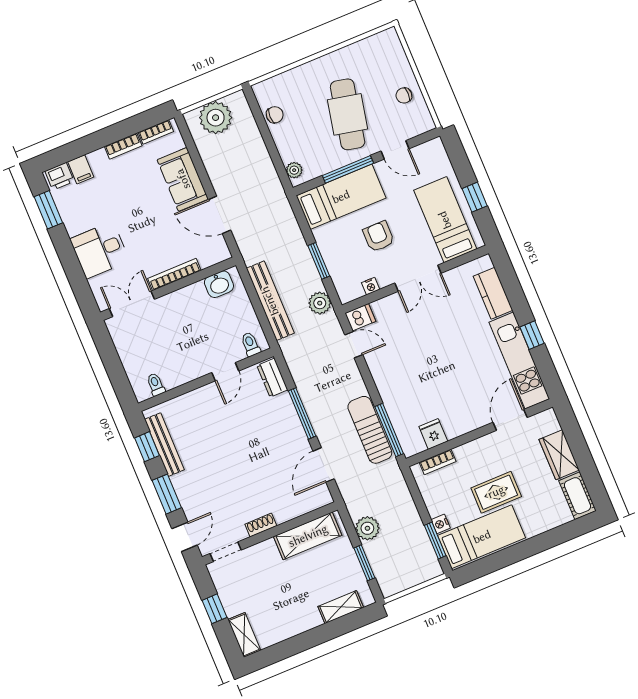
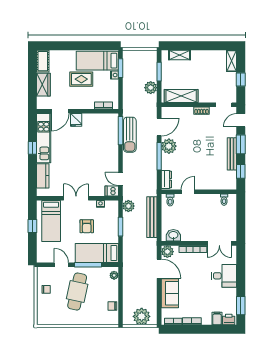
plant: (218, 251) -> (167, 252), added
fridge: (433, 434) -> (76, 120), moved
plant: (292, 438) -> (169, 146), added
bench: (164, 445) -> (232, 154), moved

